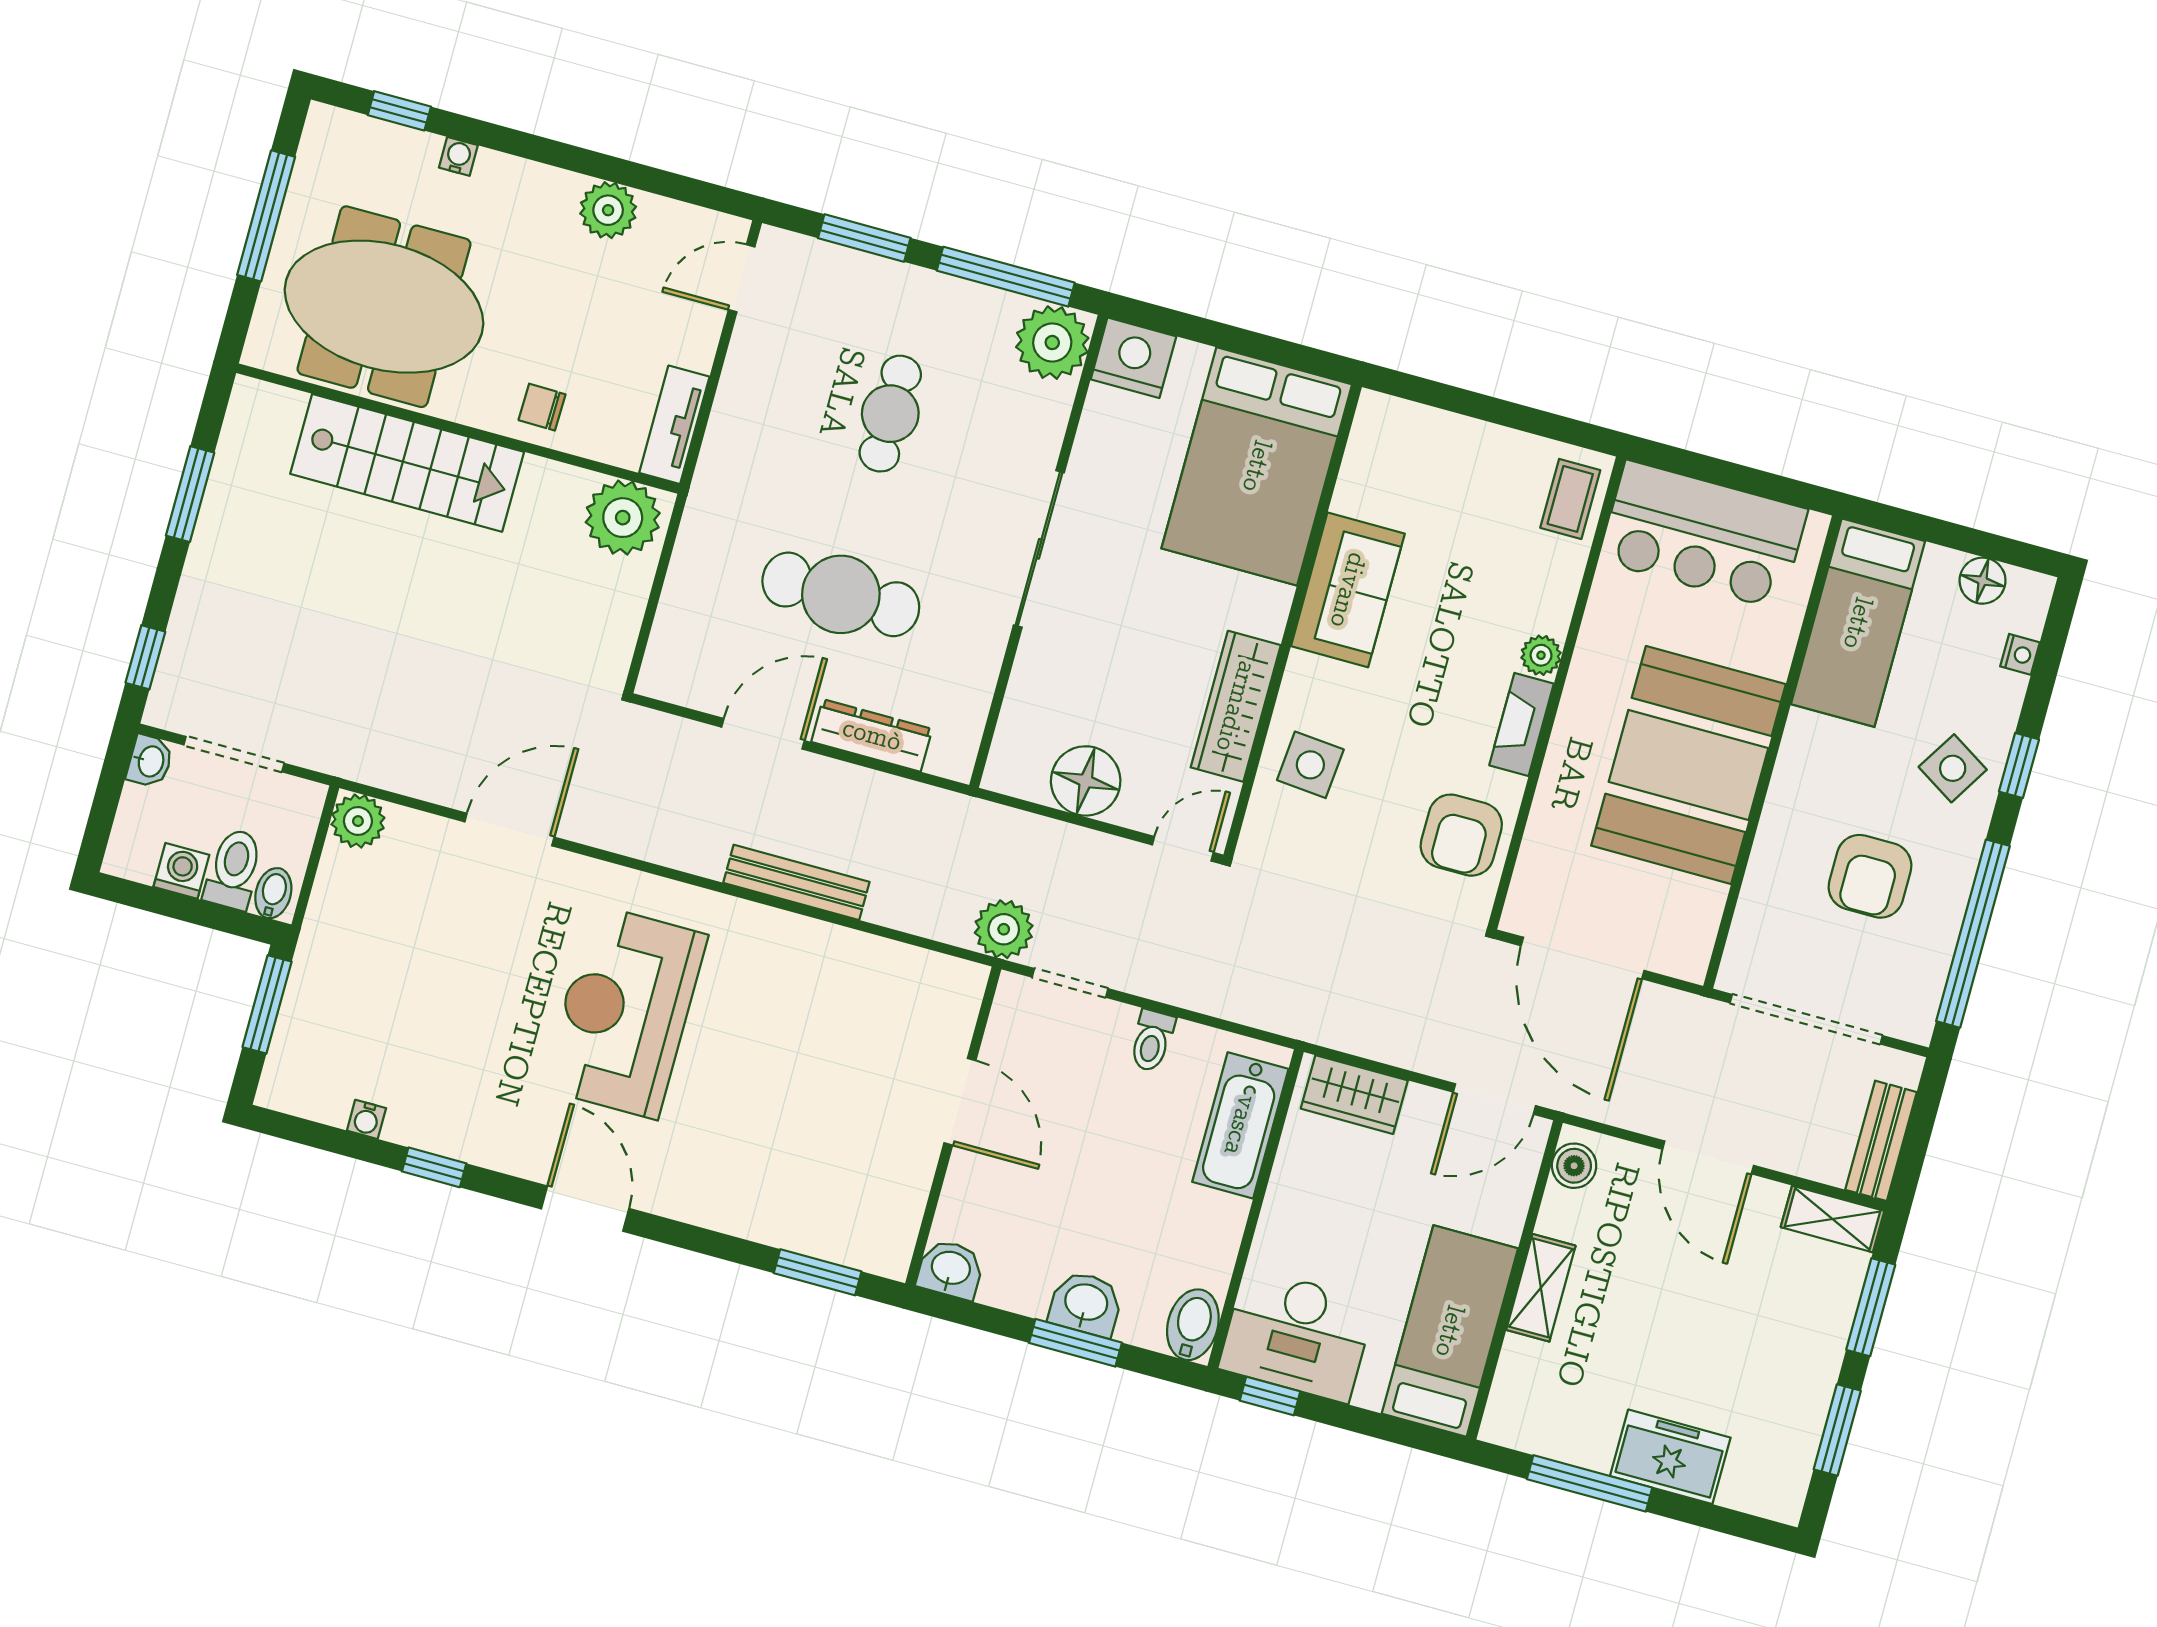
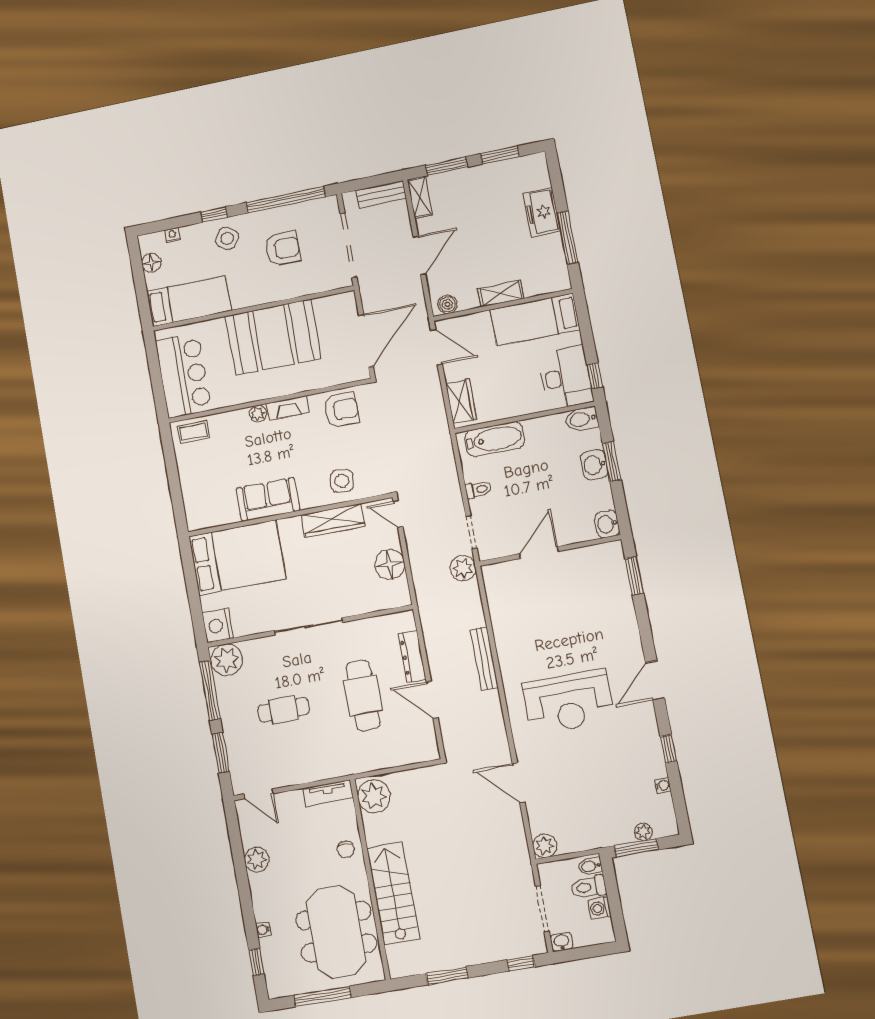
plant: (292, 1034) -> (643, 832), added

